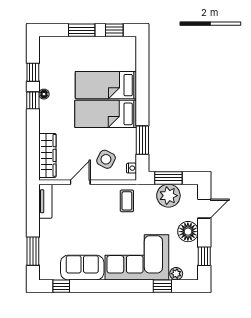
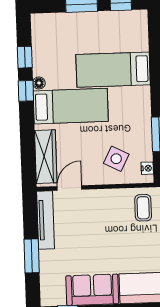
bed: (106, 114) -> (71, 106), moved, turned 180
door: (80, 182) -> (69, 188), moved
tv unit: (45, 201) -> (46, 220), width x1.41
window: (33, 251) -> (32, 256), moved

